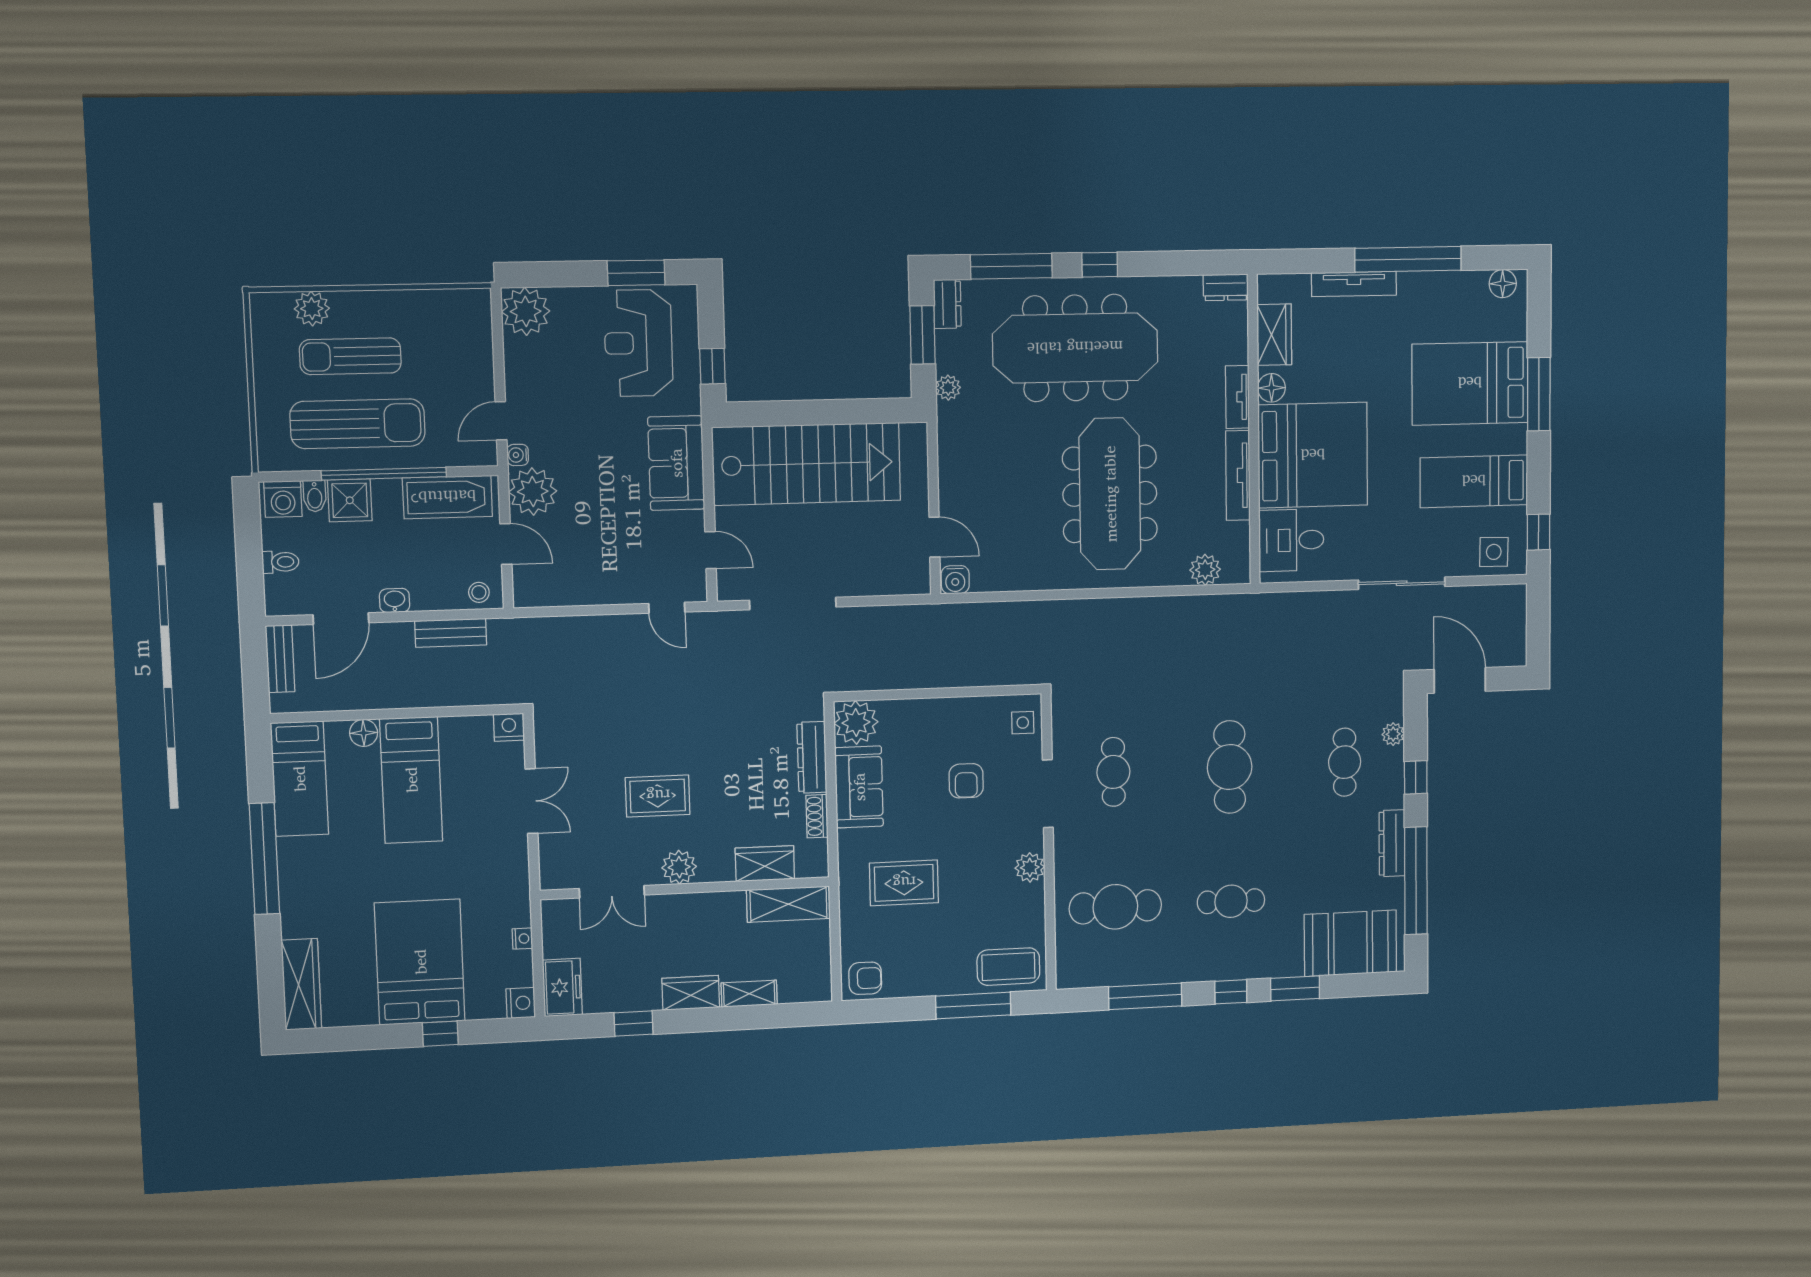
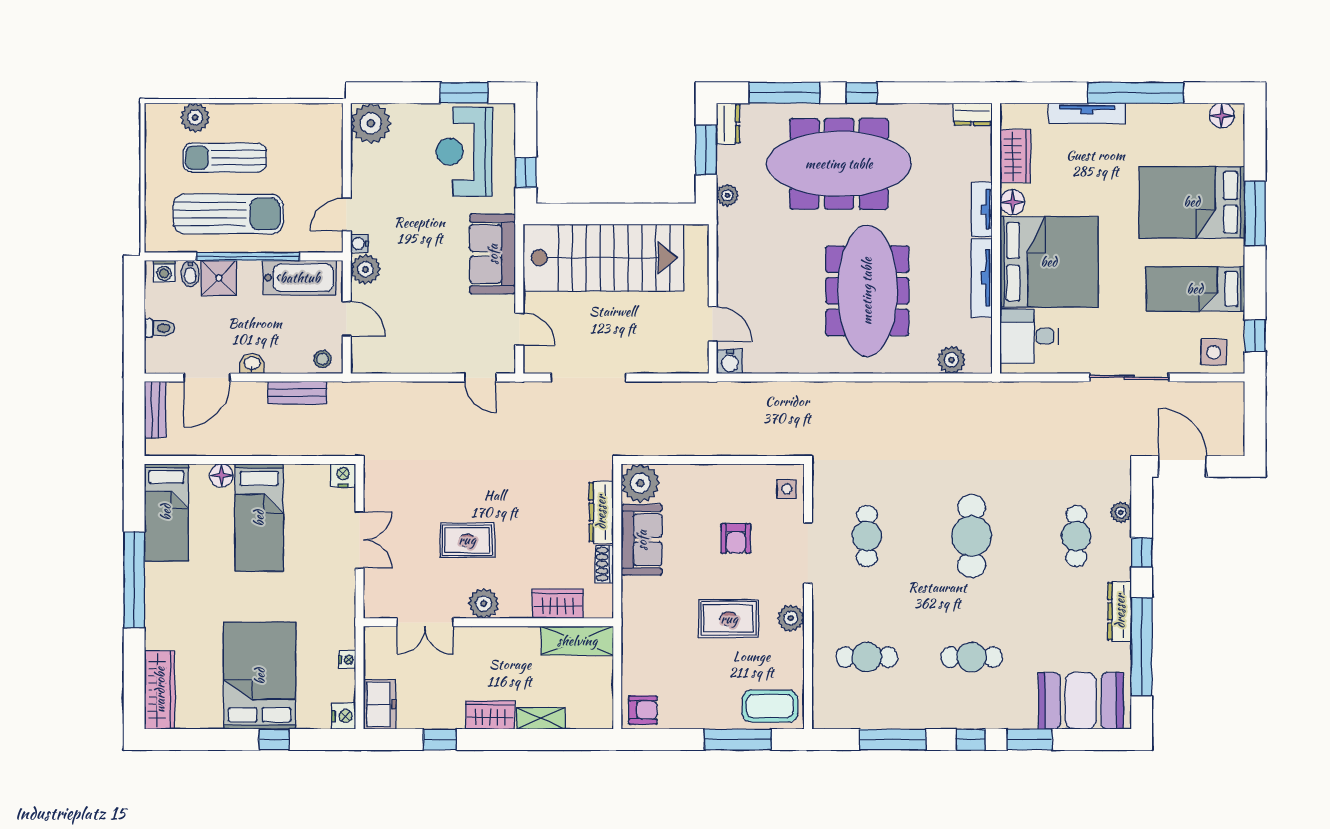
plant: (533, 491) -> (365, 269), width x0.73, depth x0.73
washing machine: (283, 499) -> (164, 271), width x0.73, depth x0.73
rug: (904, 883) -> (729, 619), moved
cafe table: (1115, 907) -> (867, 657), width x0.73, depth x0.74

